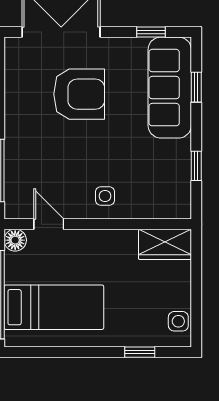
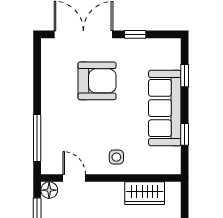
window: (151, 32) -> (135, 34), moved
sofa: (170, 88) -> (165, 108), moved
wardrobe: (165, 244) -> (145, 193), moved

